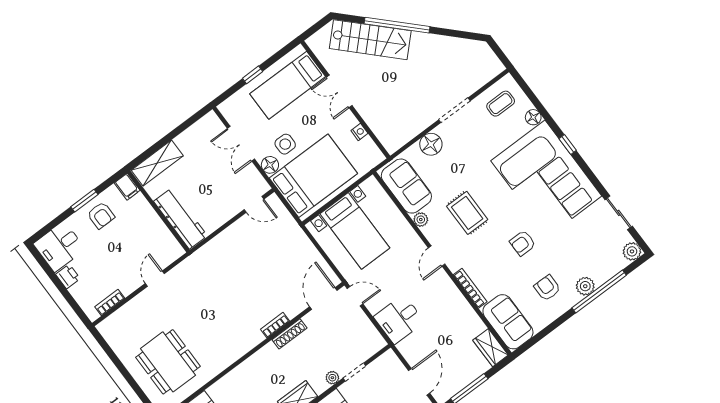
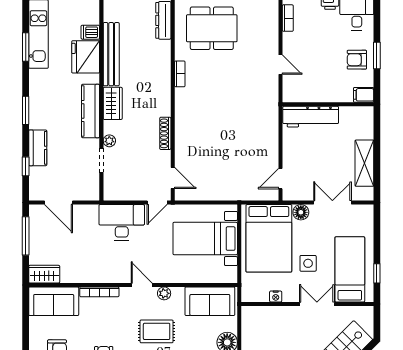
window: (253, 75) -> (377, 273), moved
side table: (285, 144) -> (308, 263), moved
shelving: (157, 163) -> (364, 163), moved
plant: (421, 220) -> (164, 293), moved
door: (323, 299) -> (173, 178), width x0.73
desk: (399, 319) -> (122, 222), width x1.37
bookcase: (275, 325) -> (180, 74), moved

